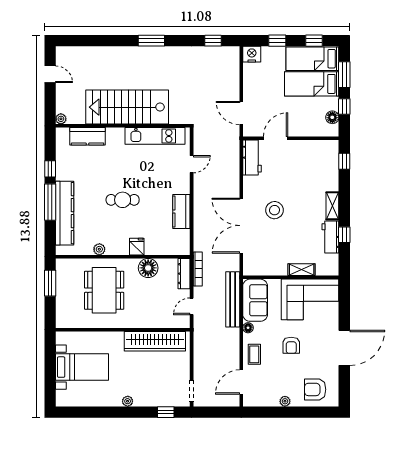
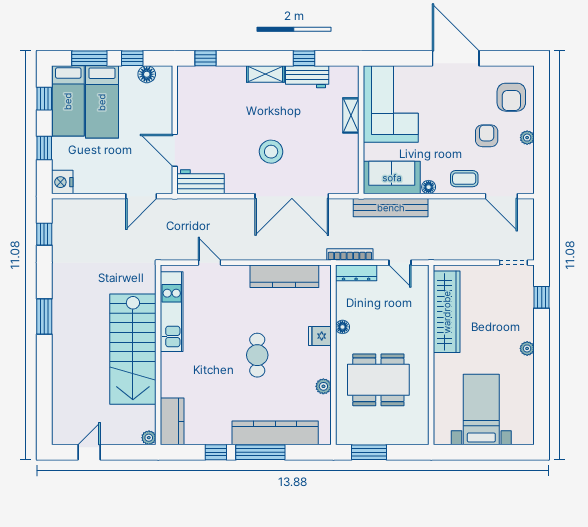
kitchen counter: (88, 136) -> (172, 421), moved
kitchen counter: (181, 212) -> (284, 276), width x1.50
floor lamp: (148, 268) -> (342, 327), width x0.53, depth x0.53
armchair: (291, 345) -> (487, 136), moved, turned -90

